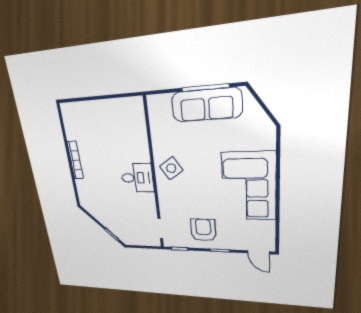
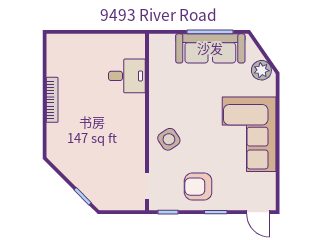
plant: (261, 124) -> (261, 70), added
side table: (171, 168) -> (169, 139), moved
desk: (137, 178) -> (127, 76), moved
armchair: (203, 230) -> (198, 187), turned -90

